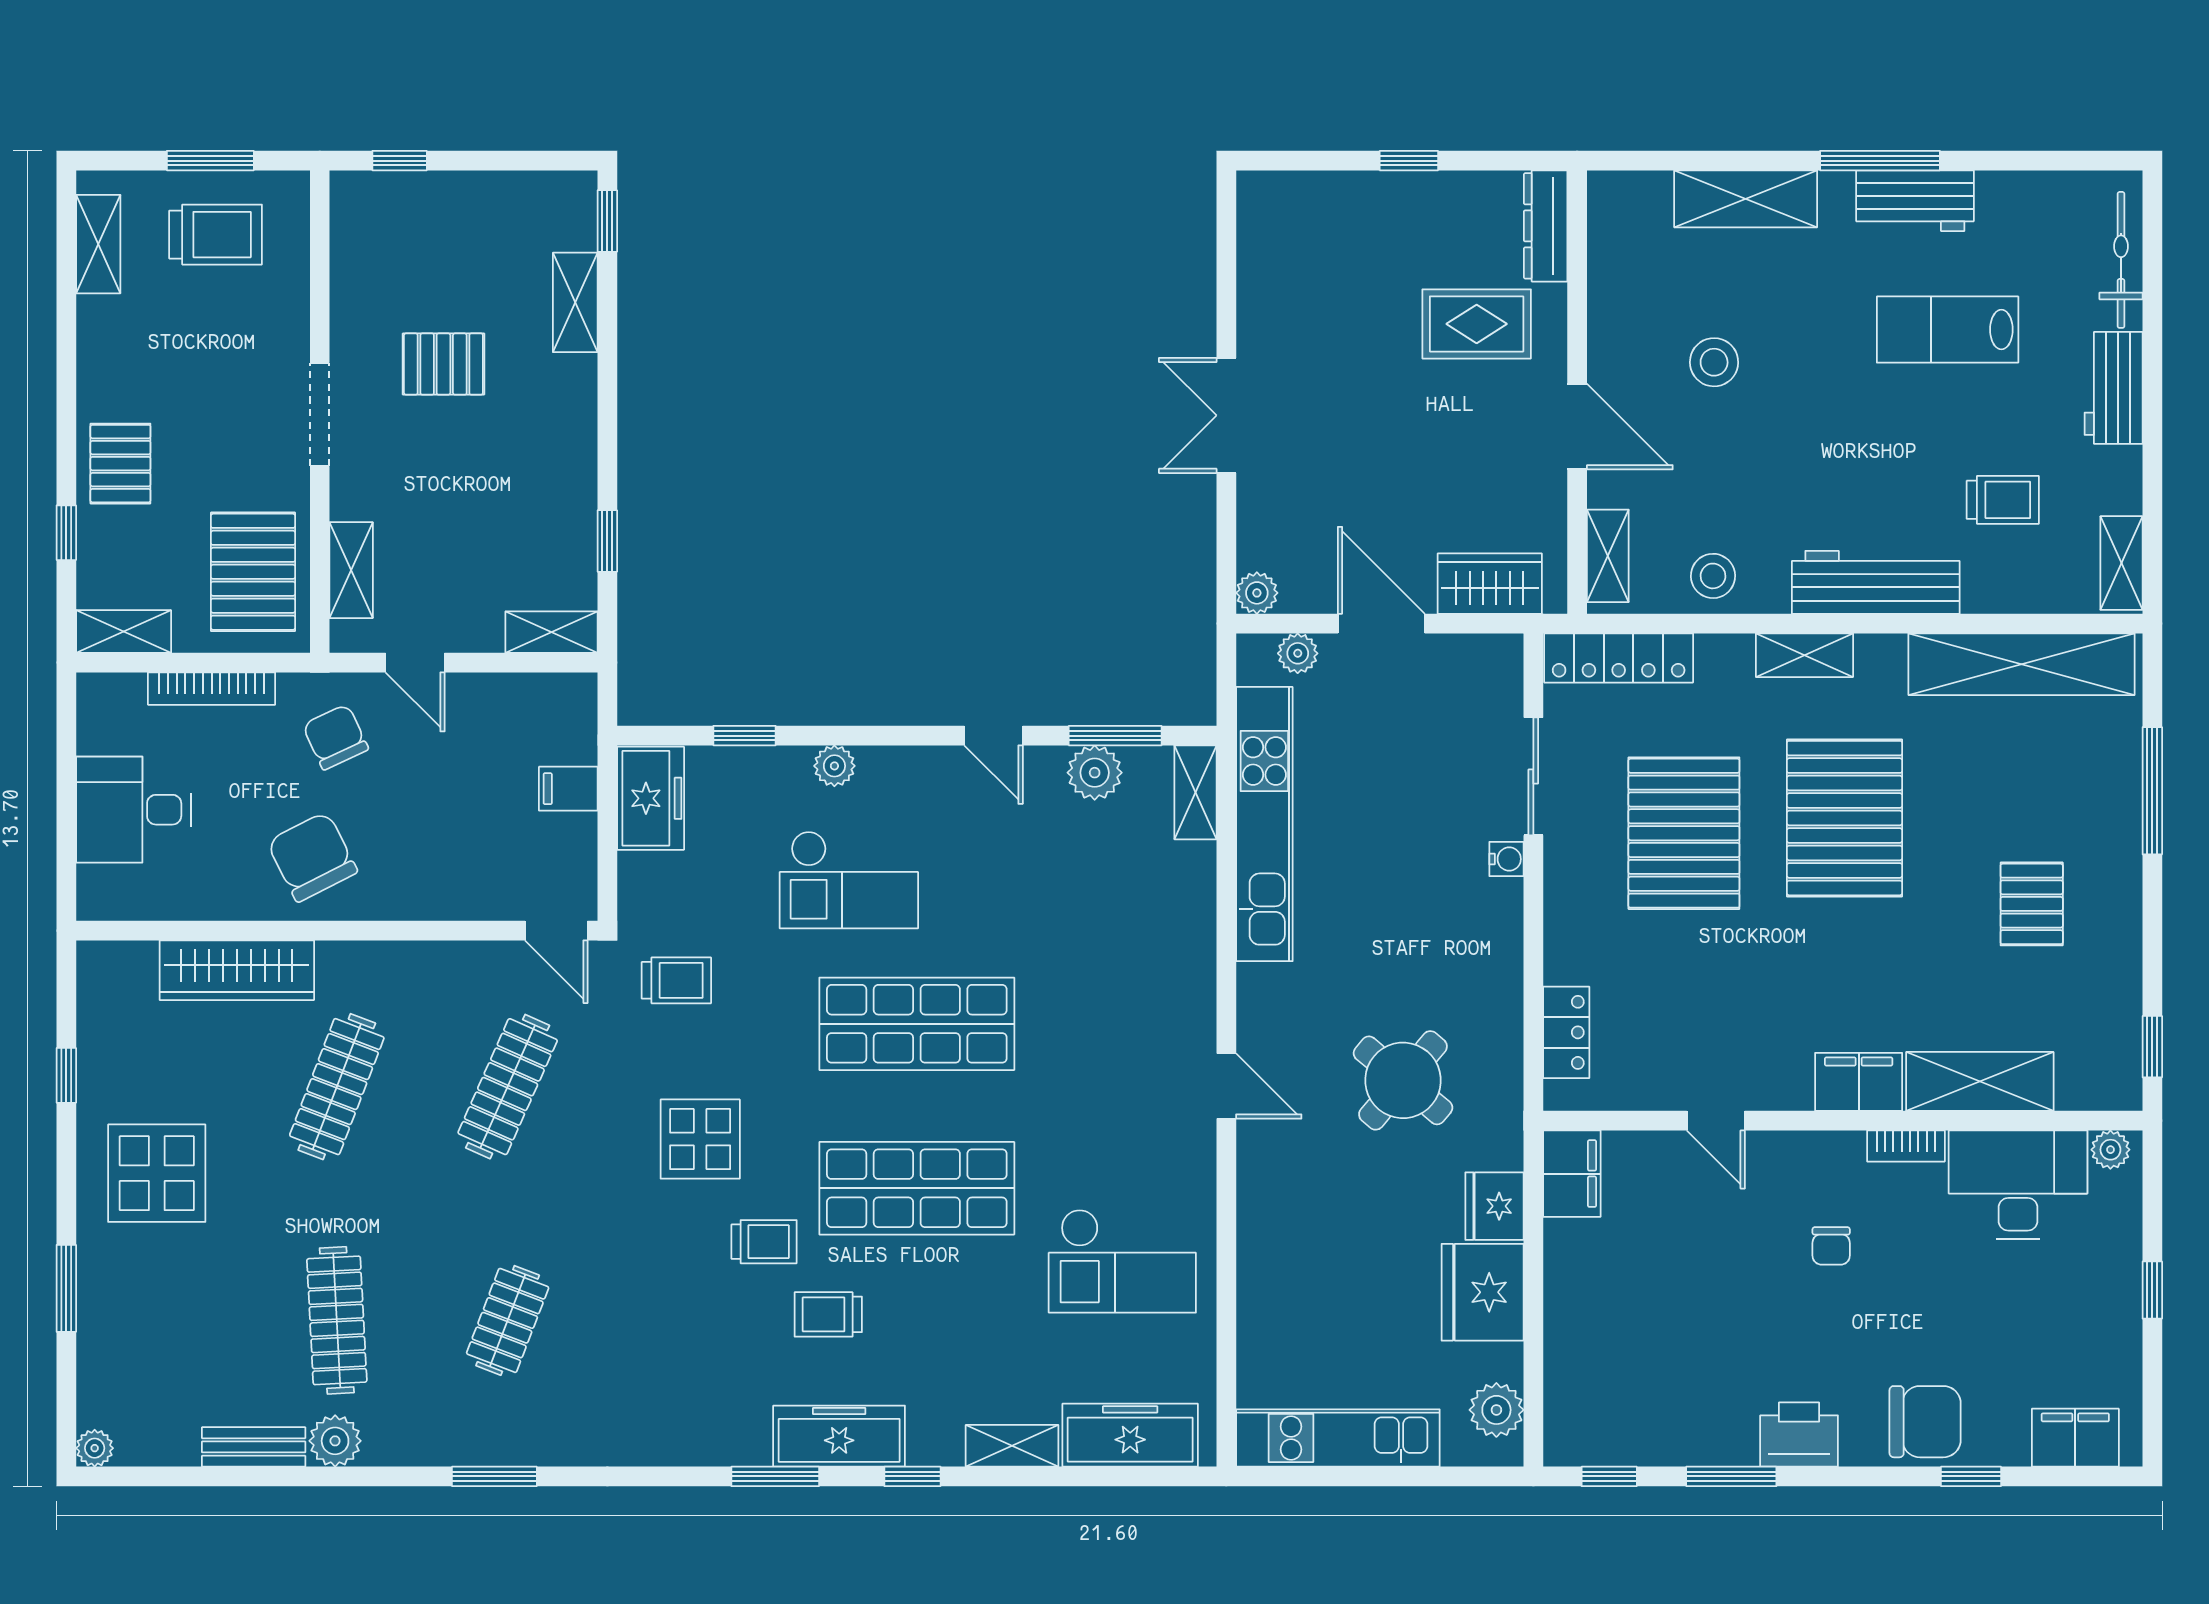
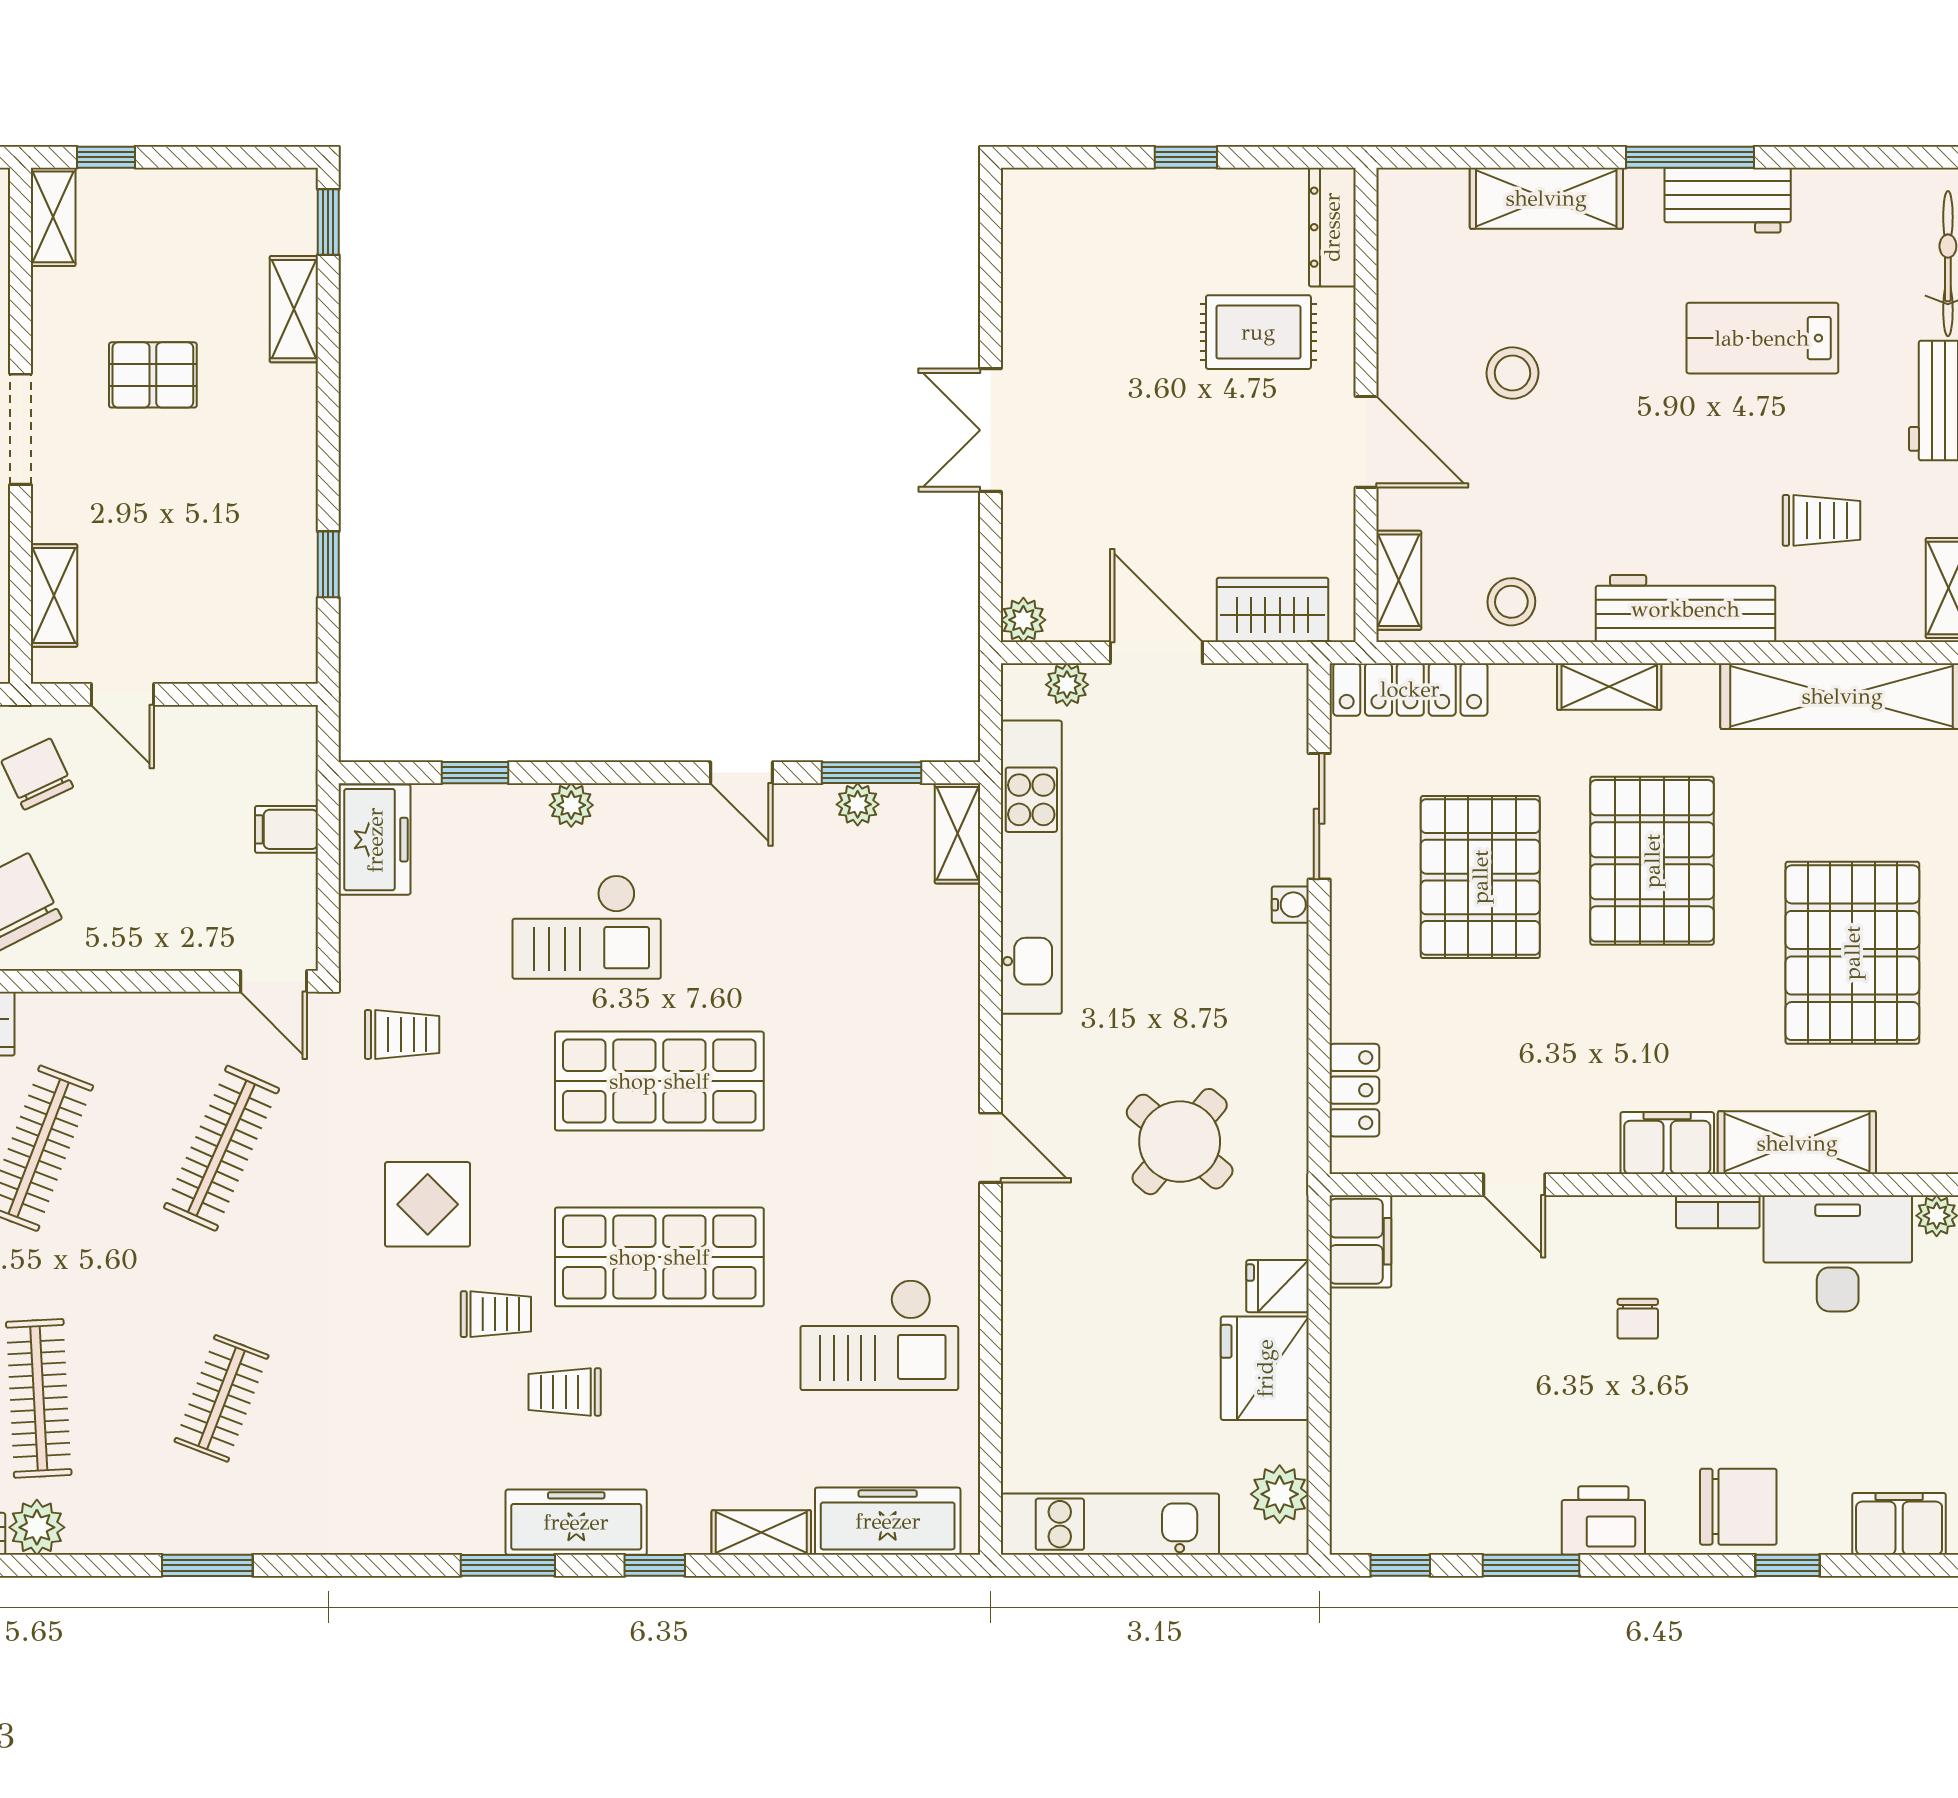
shelving: (552, 632) -> (53, 217), moved, turned 90
plant: (1095, 773) -> (858, 804), width x0.73, depth x0.73
pallet: (2032, 904) -> (1852, 953), width x2.05, depth x2.00
fridge: (1494, 1206) -> (1277, 1286), width x0.72

